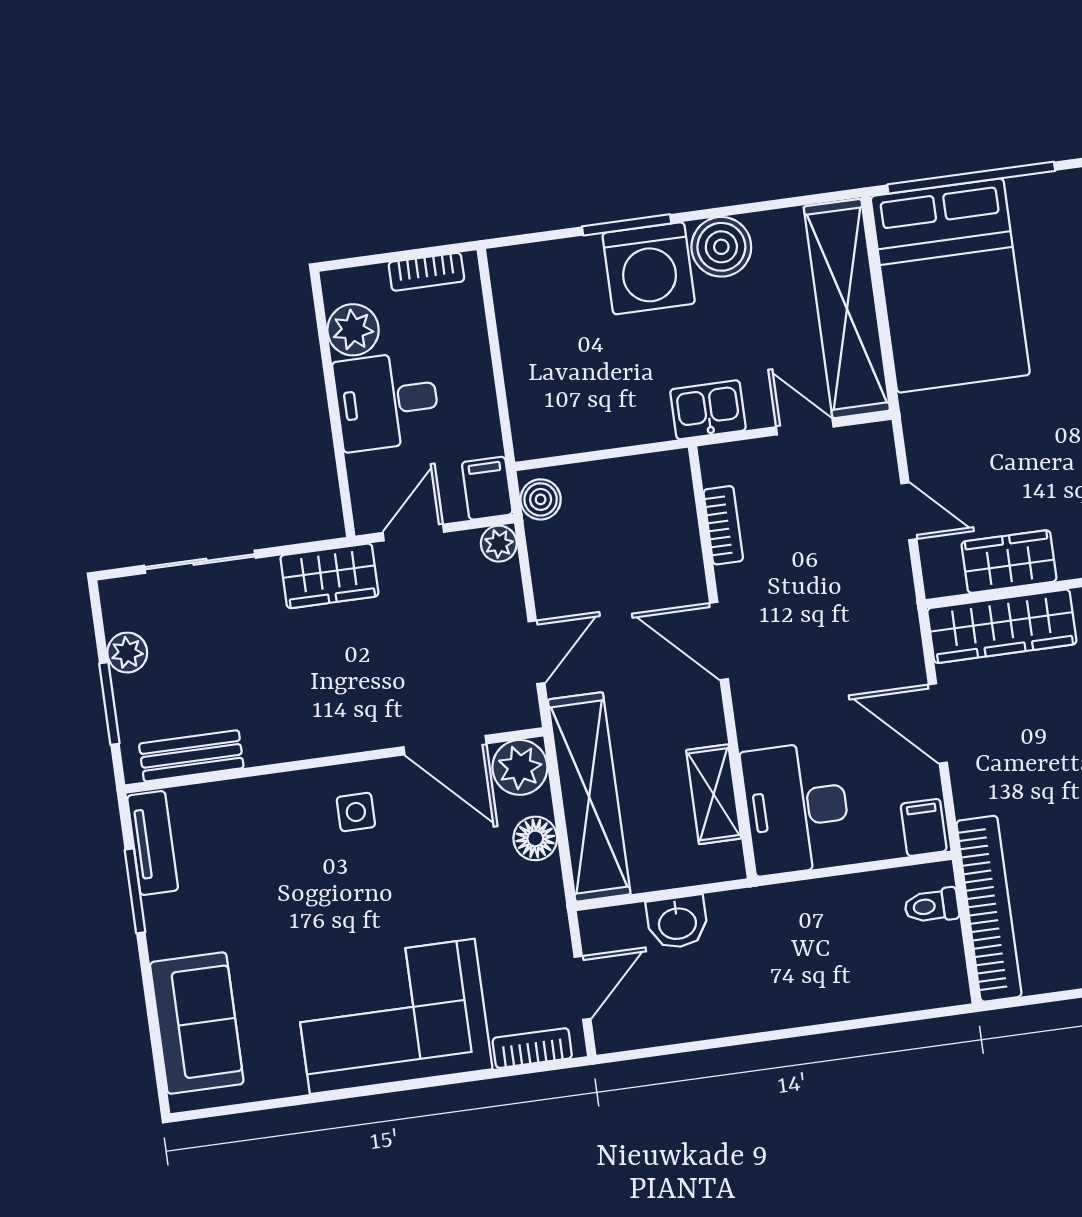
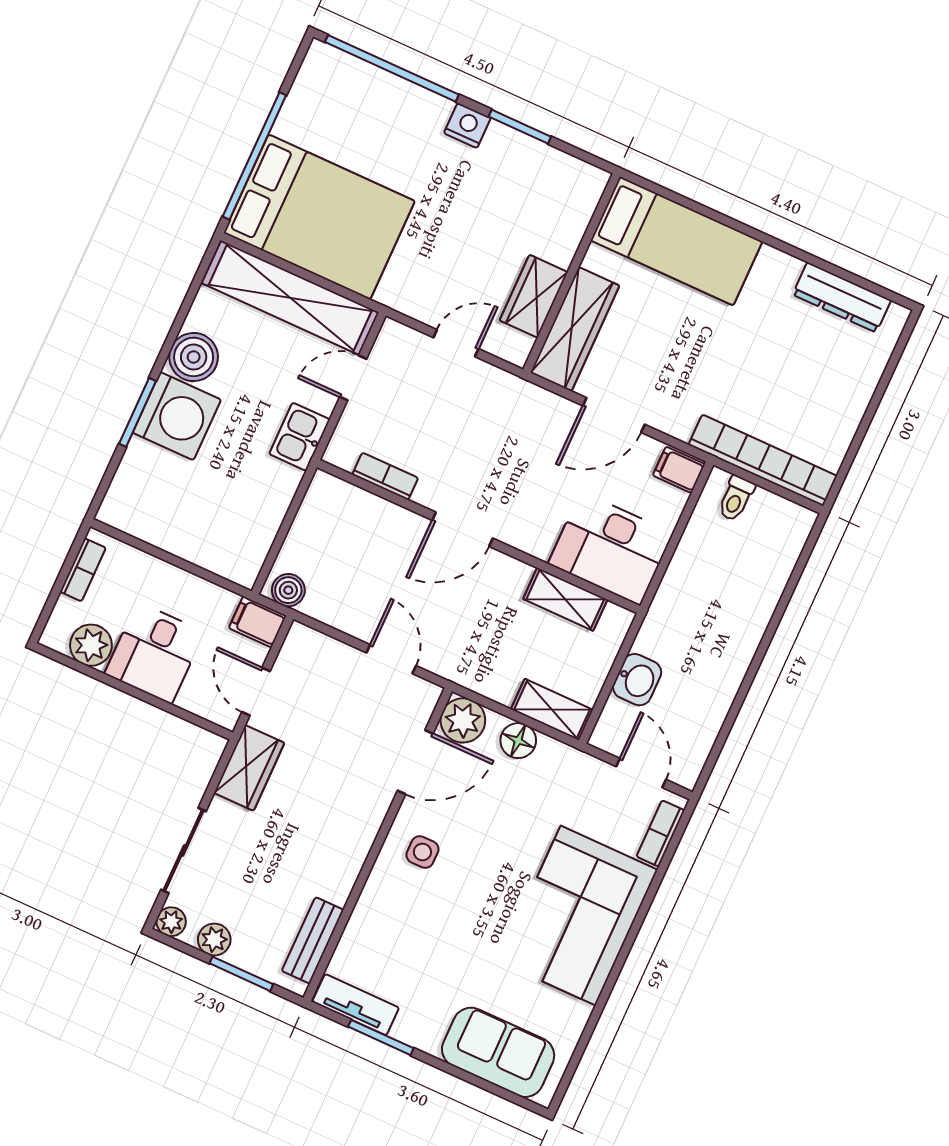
plant: (499, 544) -> (171, 922), moved
shelving: (589, 797) -> (552, 710), width x0.45, depth x0.75

